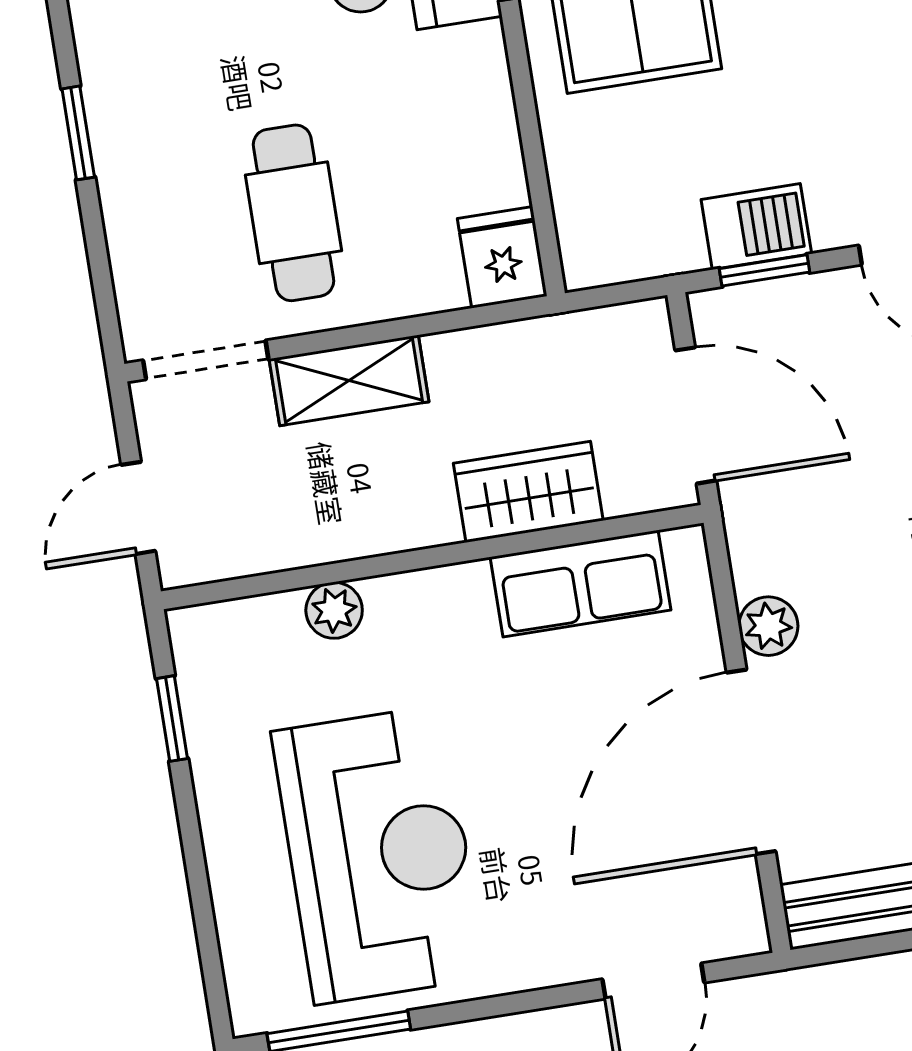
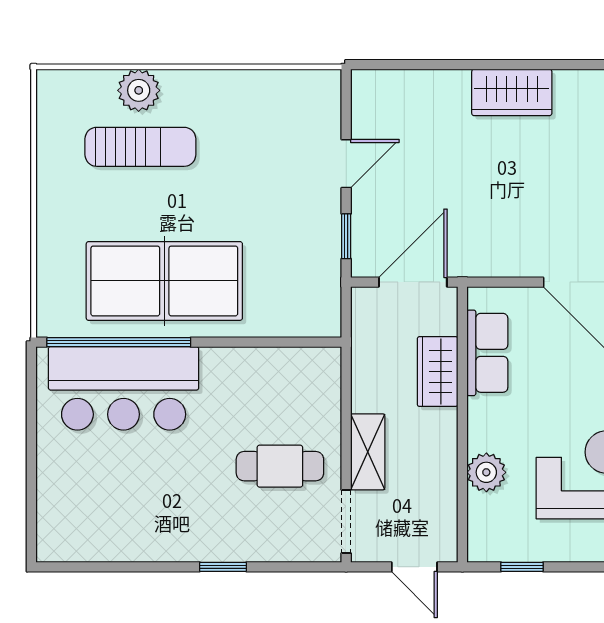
barbecue: (756, 227) -> (324, 237), removed
fridge: (502, 257) -> (319, 366), removed
plant: (334, 610) -> (486, 472), width x1.38, depth x1.38
plant: (768, 626) -> (523, 263), removed

